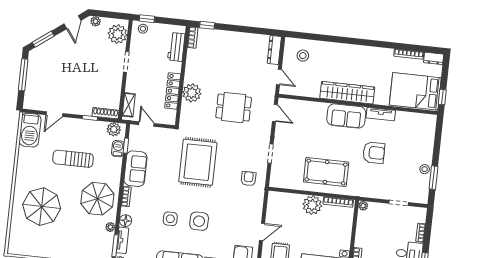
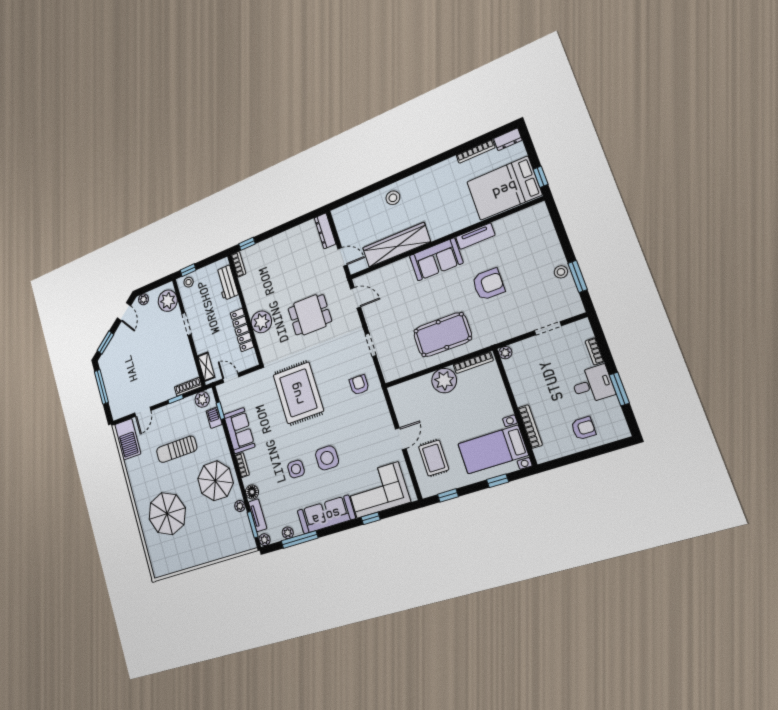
stool: (303, 56) -> (393, 198), moved
wardrobe: (347, 93) -> (396, 245), moved

